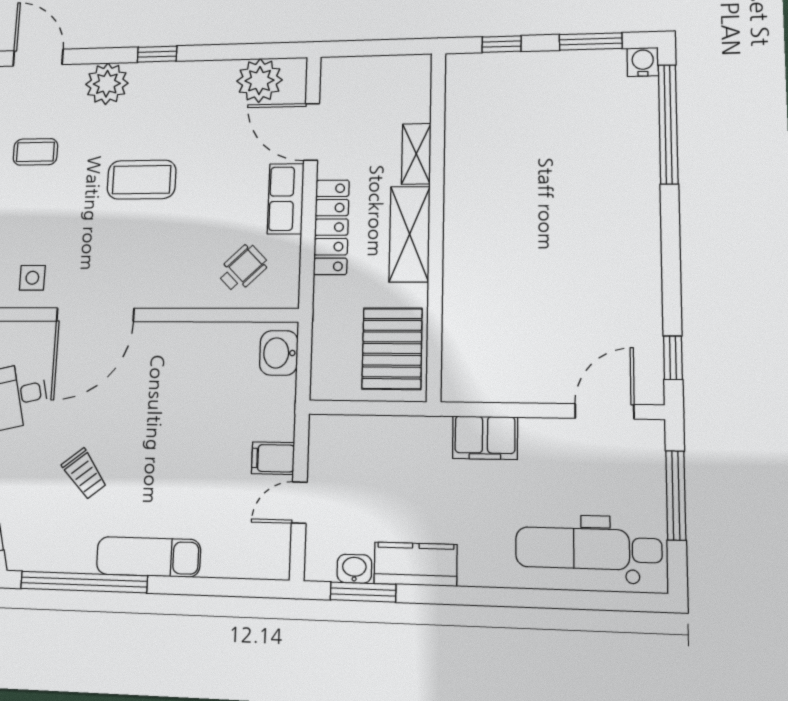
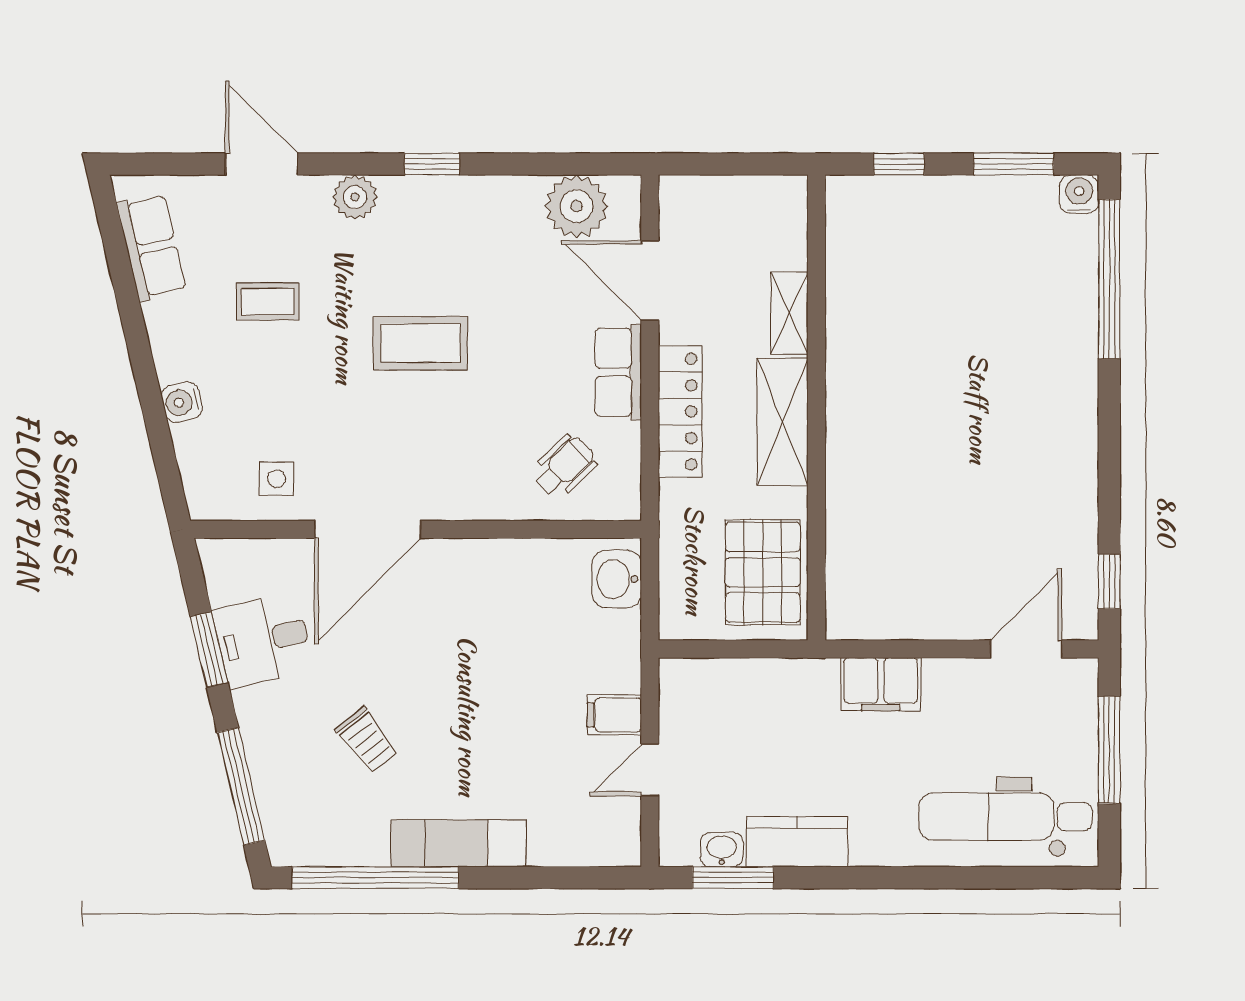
plant: (107, 84) -> (355, 197), width x0.73, depth x0.73

